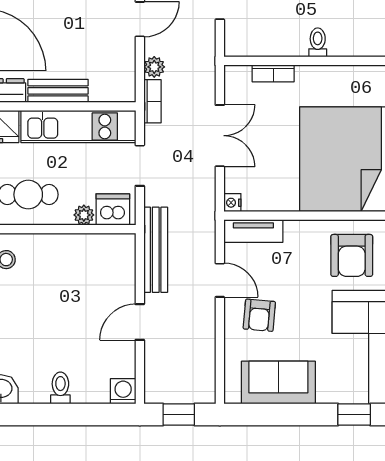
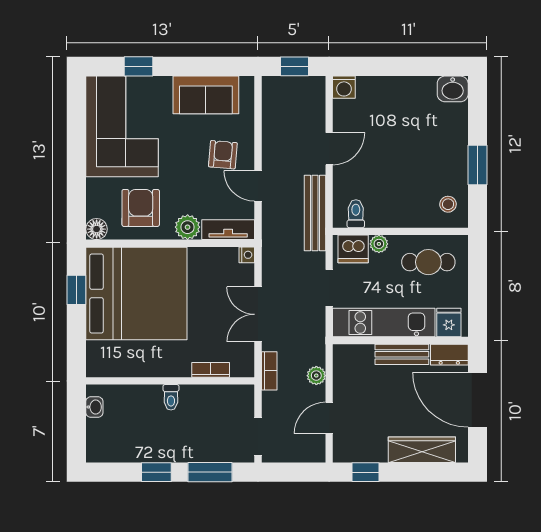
bookcase: (152, 101) -> (269, 371), moved, turned 180
plant: (299, 234) -> (188, 227), added
toilet: (60, 388) -> (356, 214), moved, turned 180

